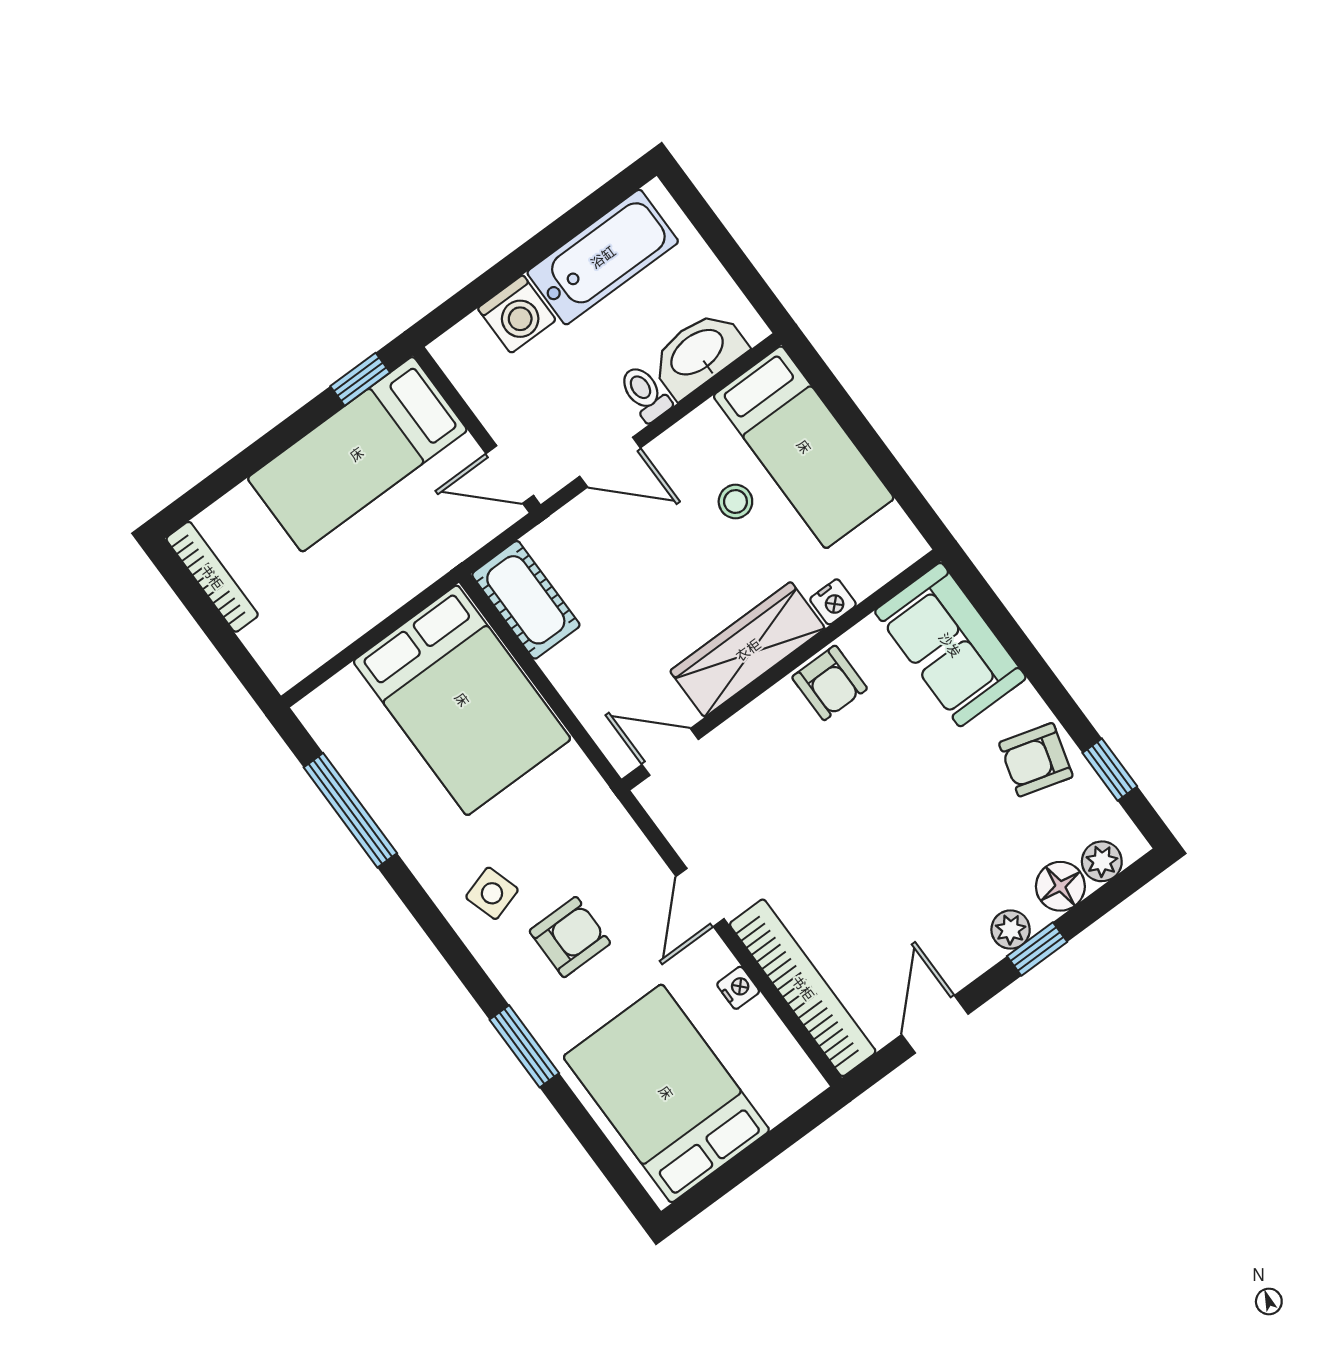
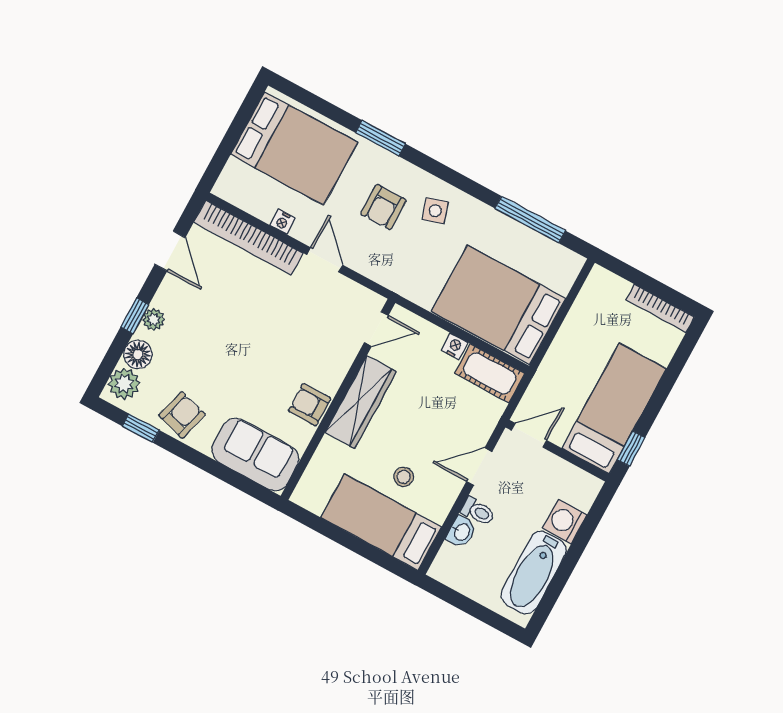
washbasin: (698, 354) -> (461, 532), width x0.52, depth x0.69
nightstand: (833, 602) -> (455, 346), moved, turned 90
plant: (1102, 861) -> (124, 384), width x1.38, depth x1.38

